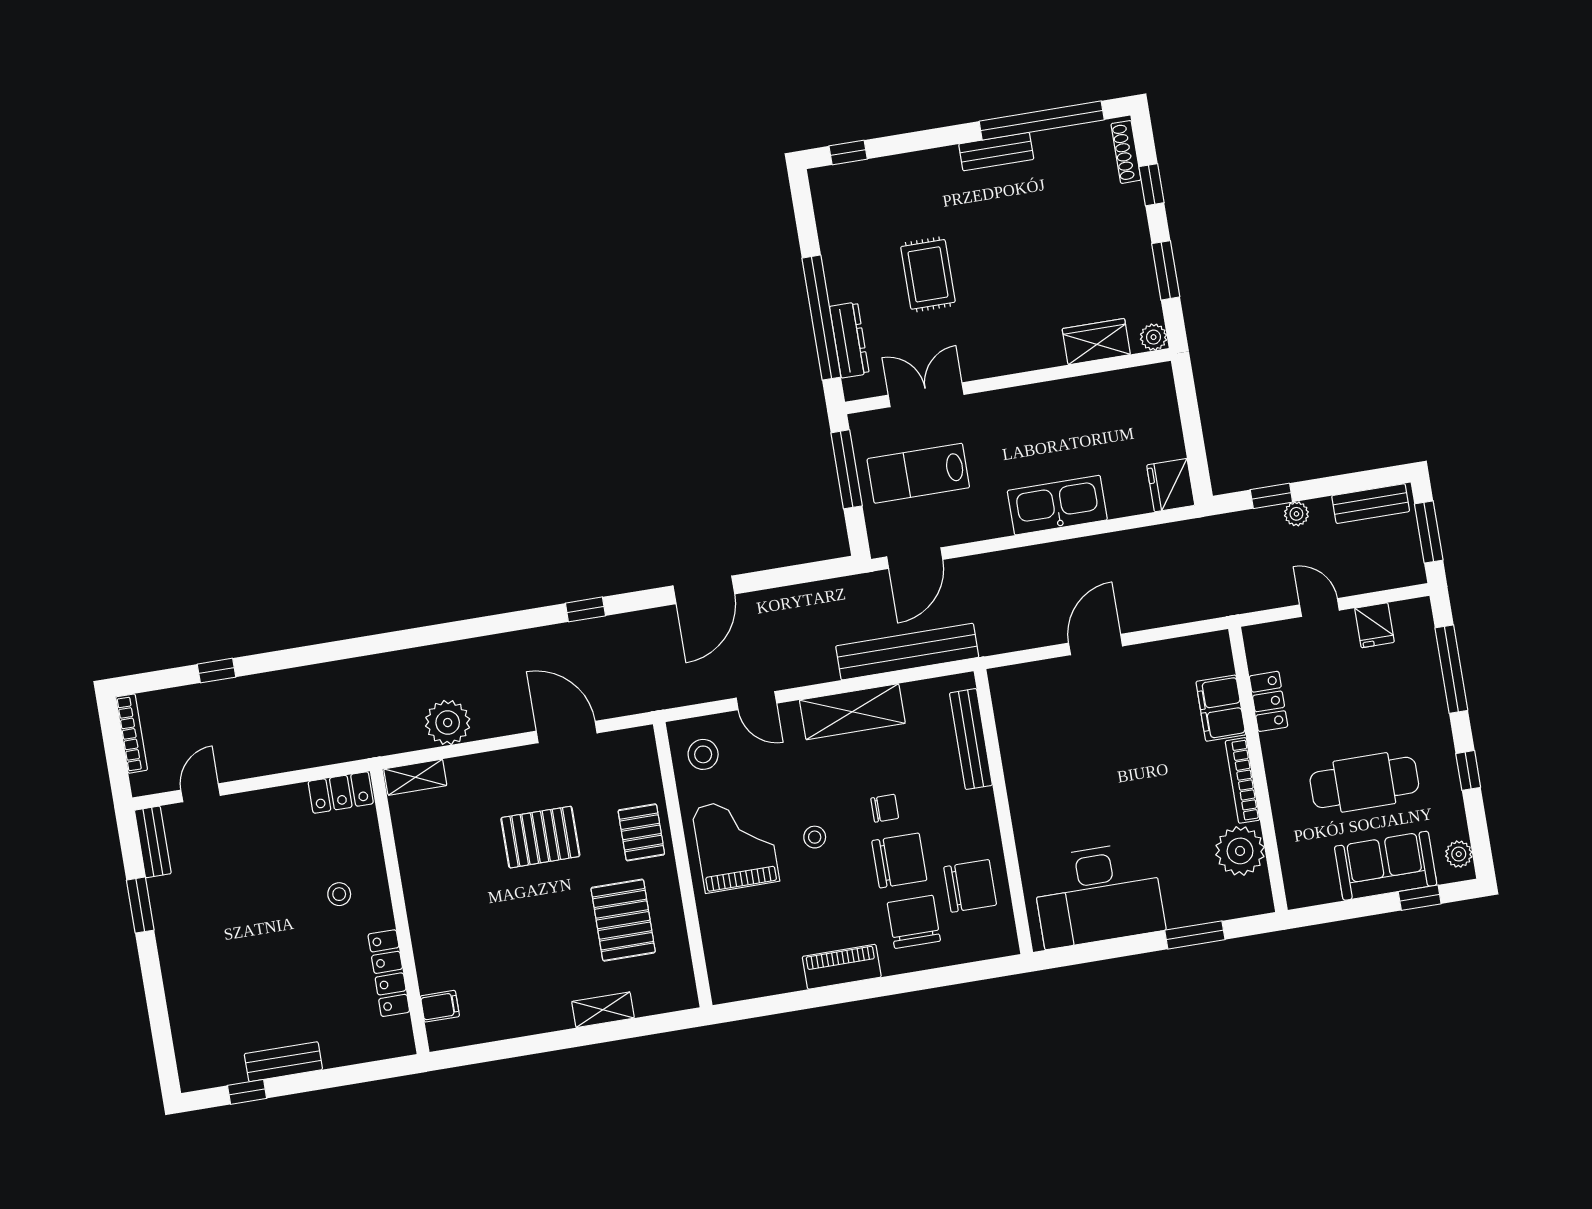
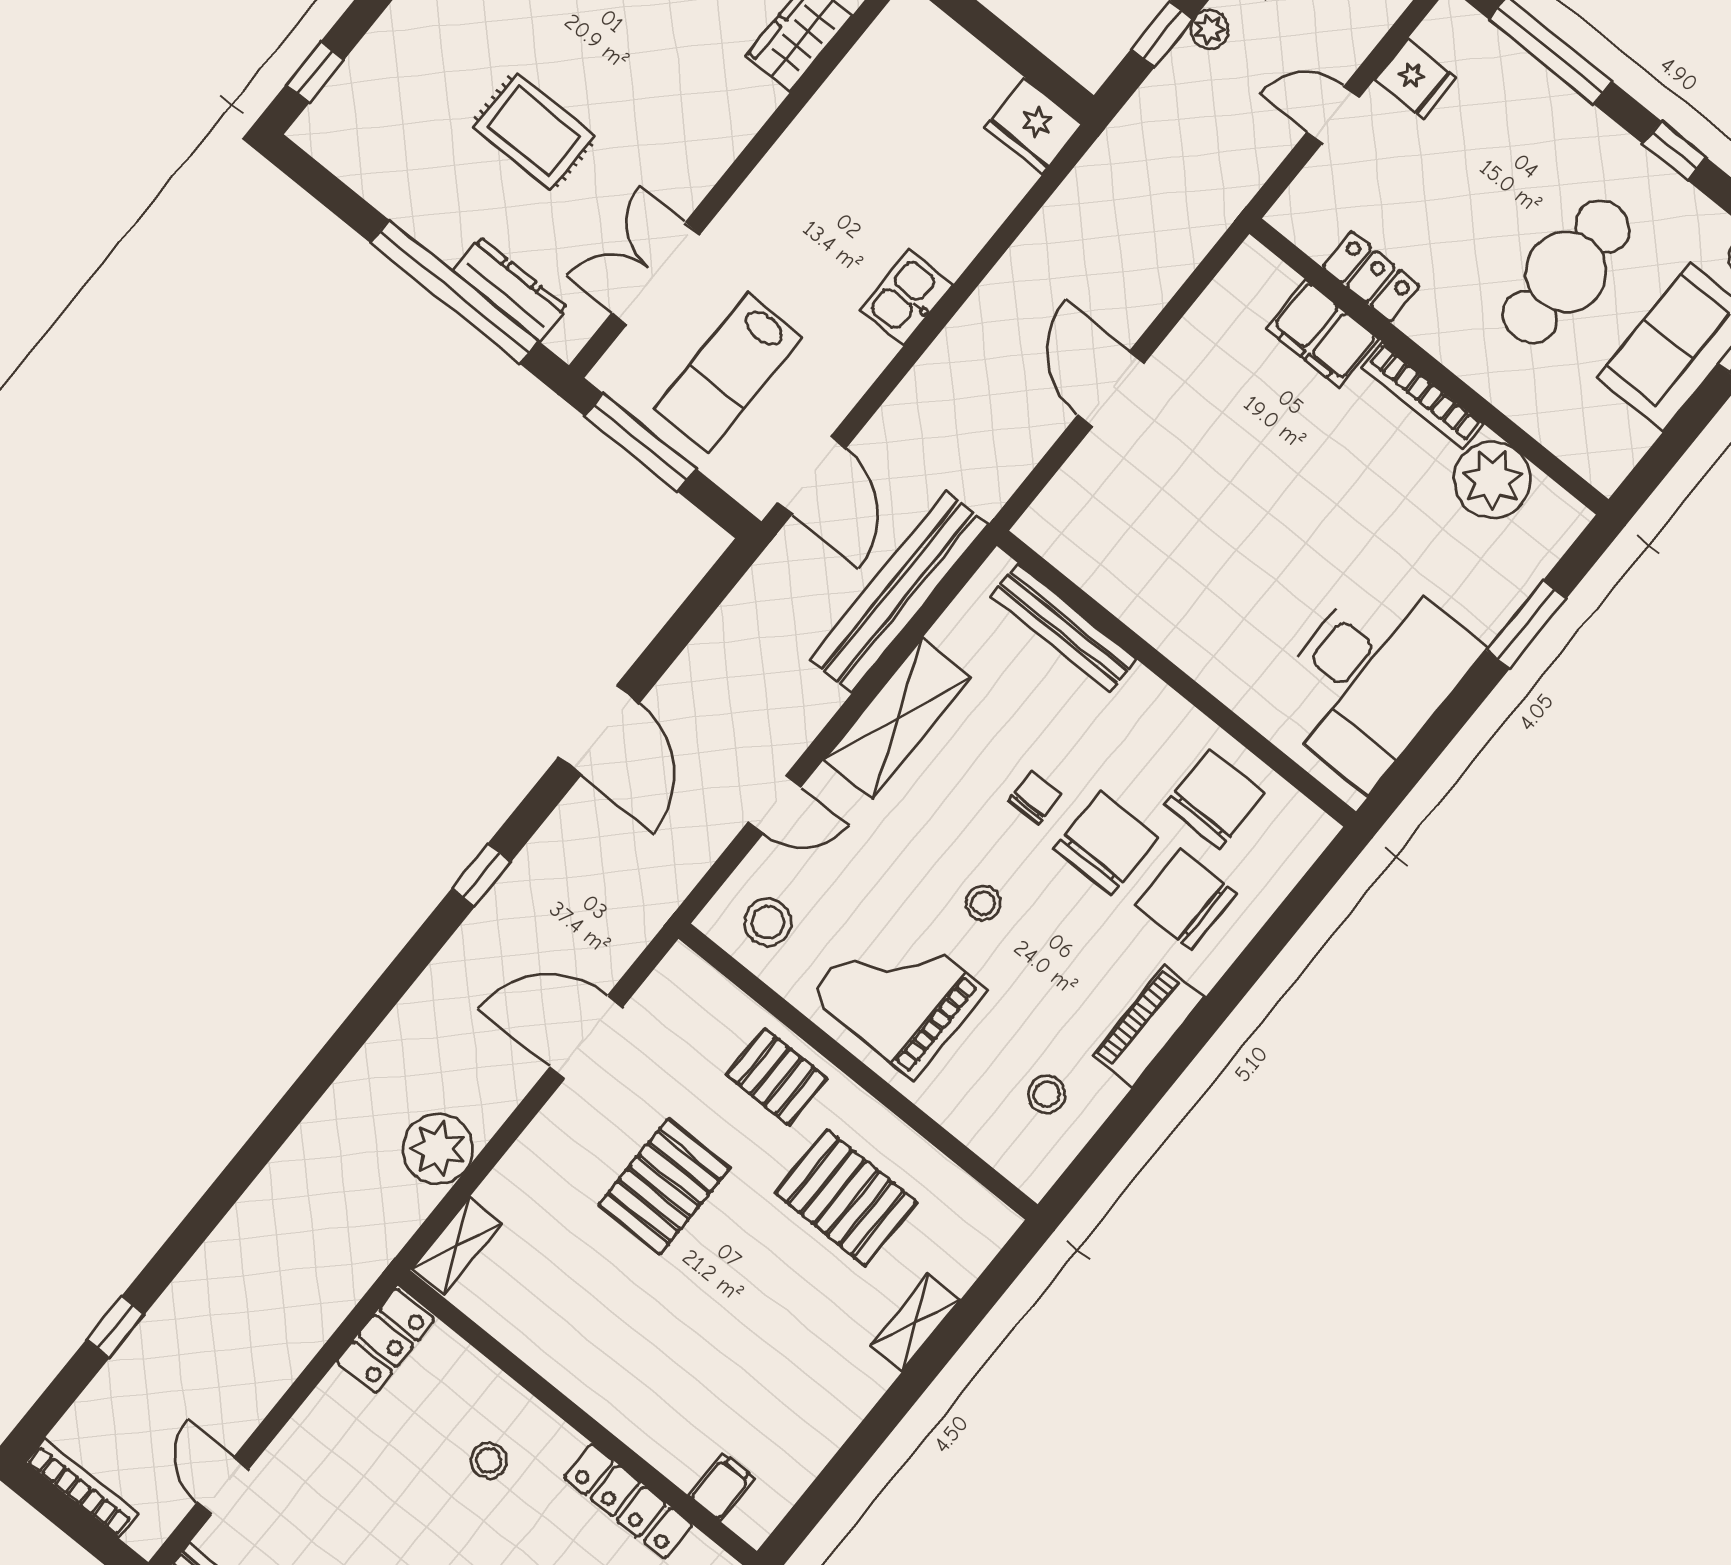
kitchen sink: (1057, 505) -> (906, 297), width x0.53, depth x0.81
stool: (764, 956) -> (1047, 1094), added

